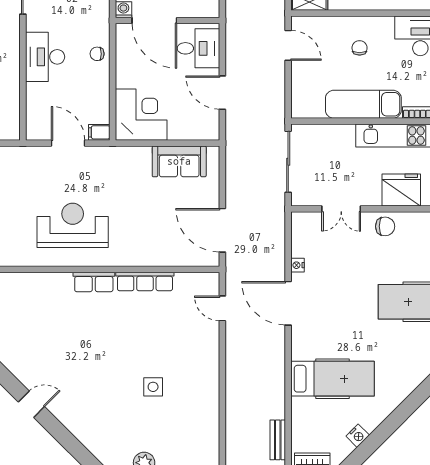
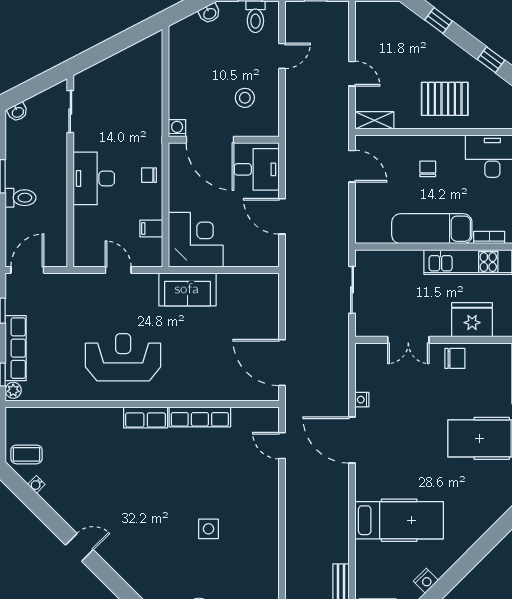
filing cabinet: (99, 132) -> (151, 228), moved
door: (68, 143) -> (118, 270), width x0.73
sofa: (179, 161) -> (187, 289), moved
sliding door: (288, 162) -> (352, 290), width x0.73

